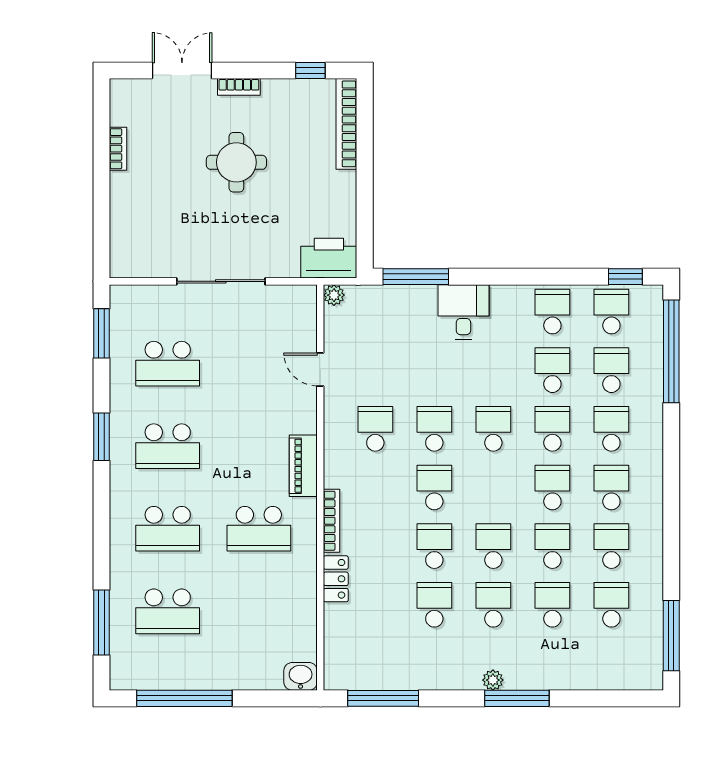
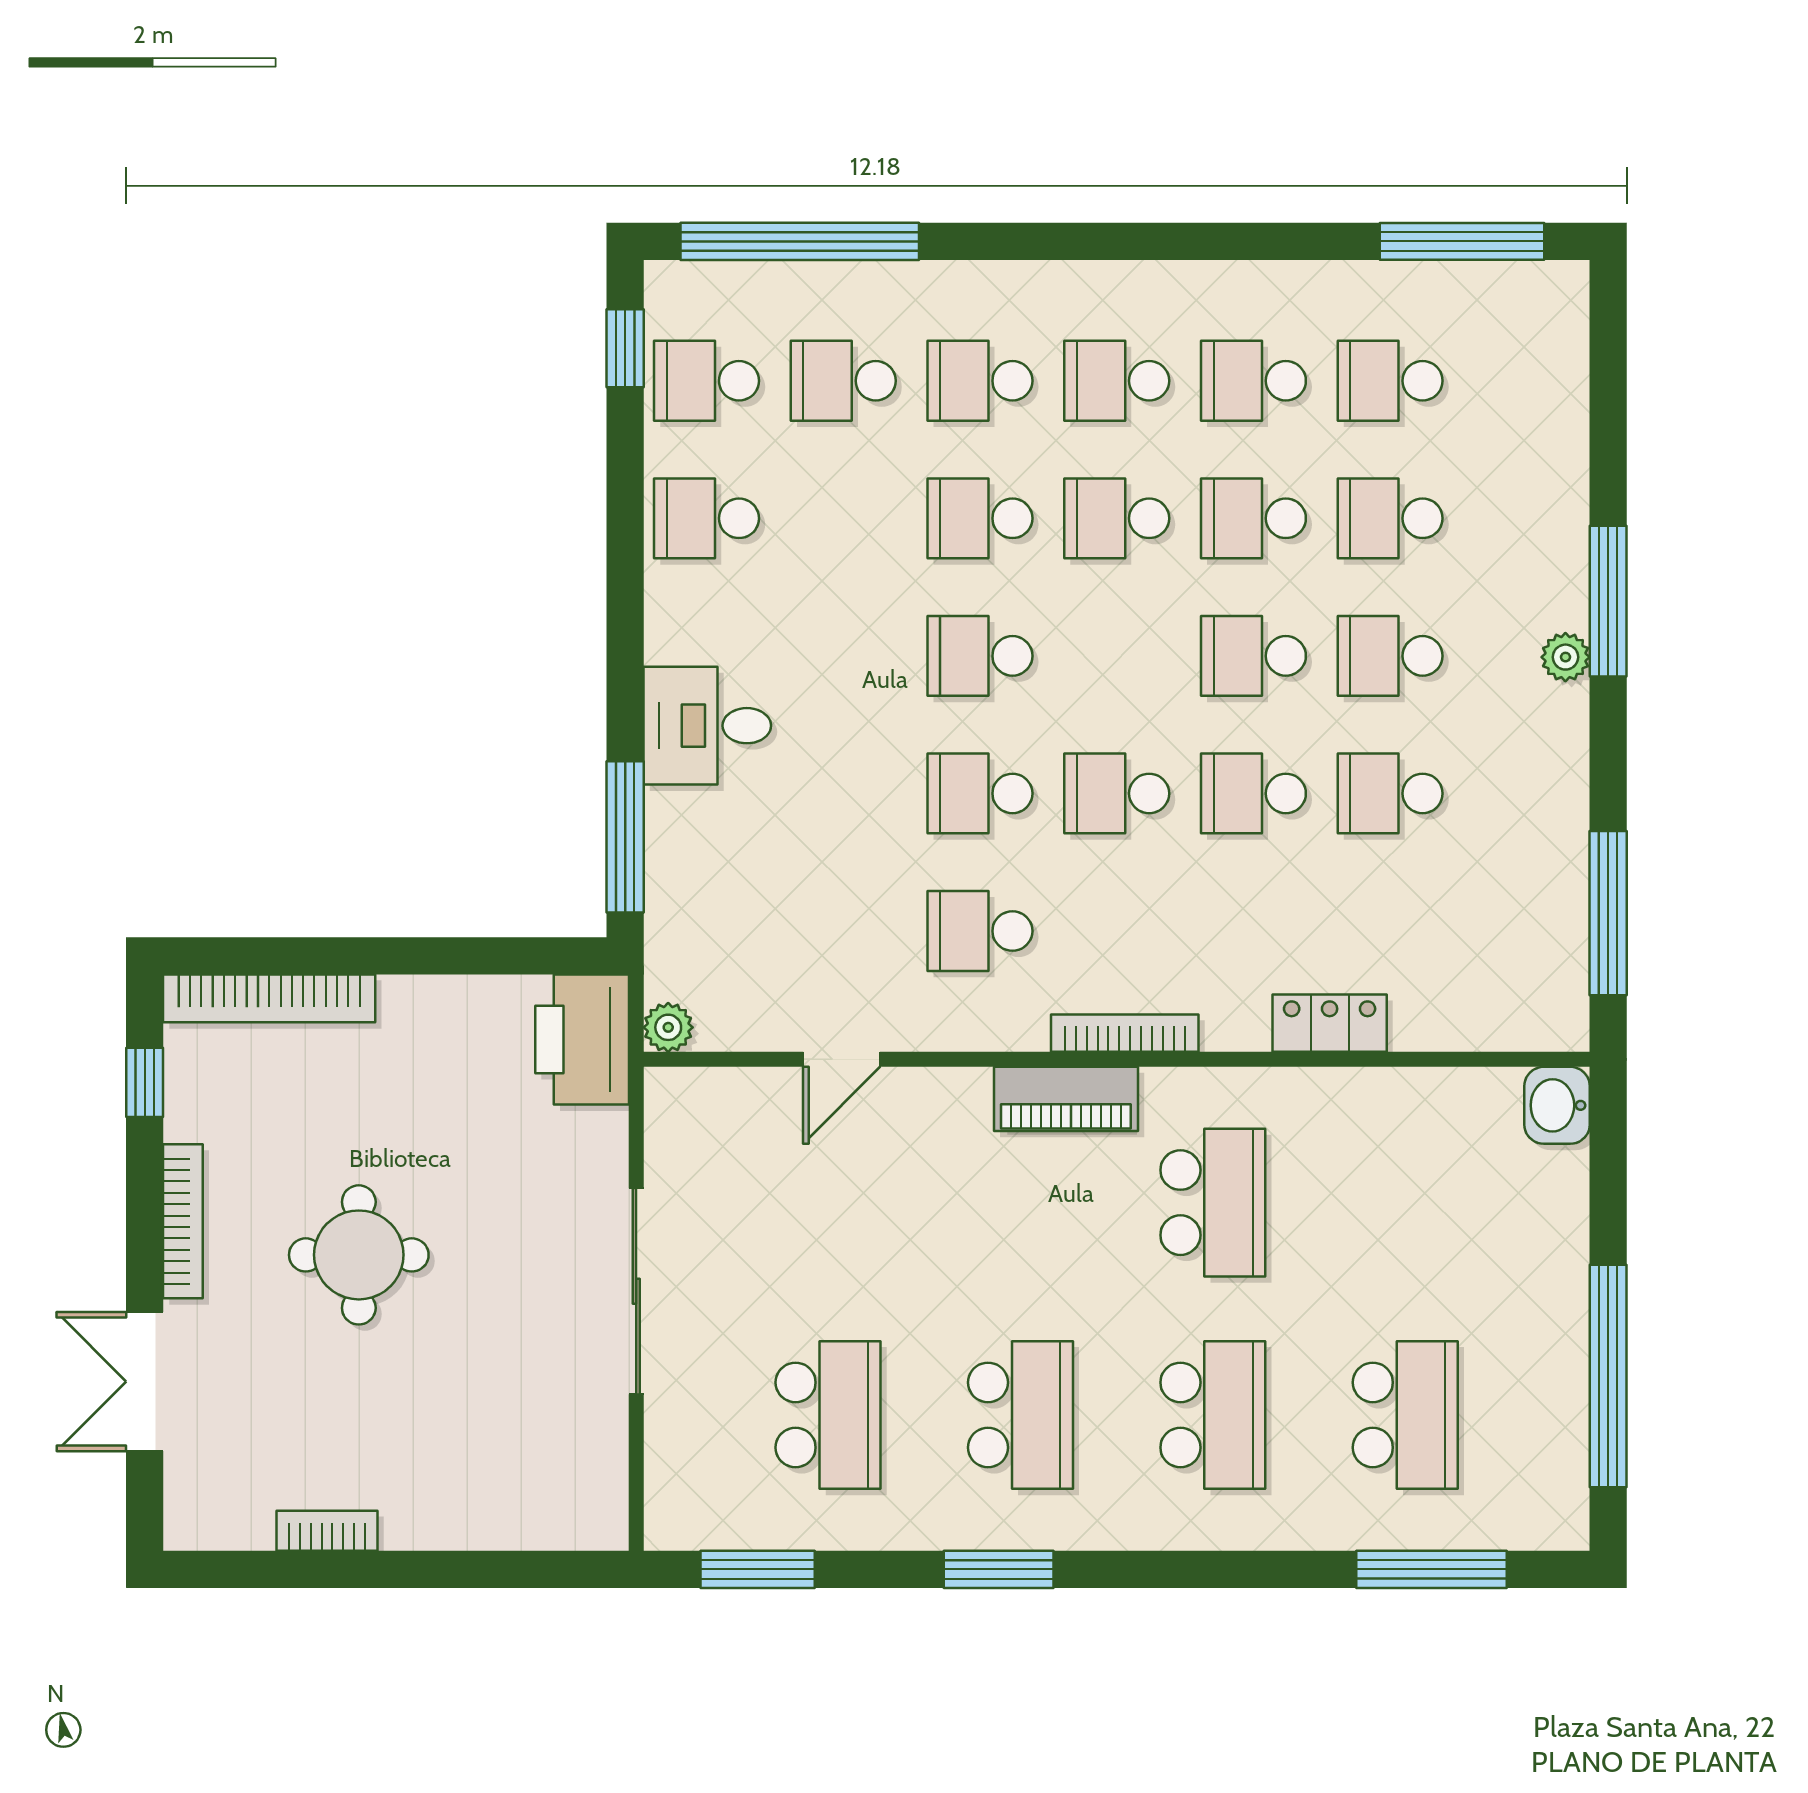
bookcase: (239, 87) -> (183, 1221), width x1.56
school desk: (552, 370) -> (843, 518), removed
bookcase: (332, 521) -> (1125, 1033), moved

